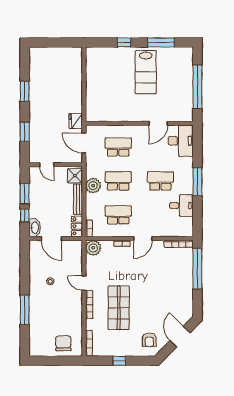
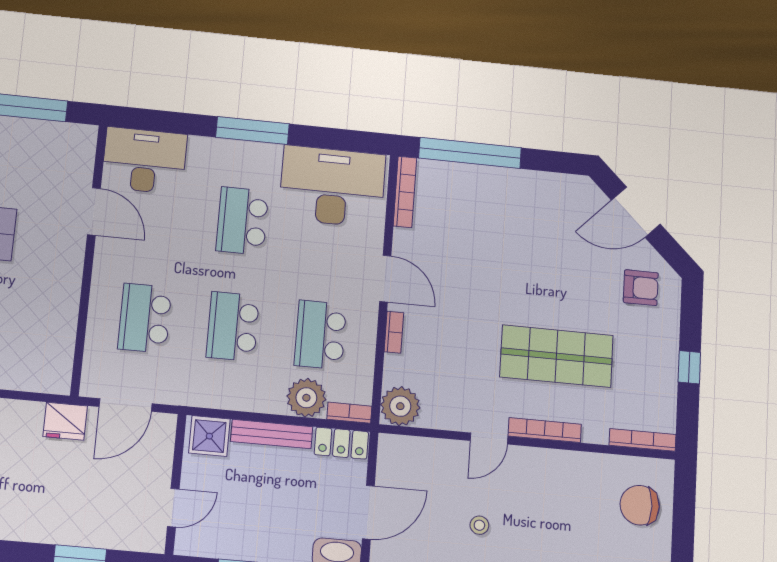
plant: (93, 186) -> (306, 398), moved
desk: (181, 206) -> (332, 186), width x1.87, depth x1.30

